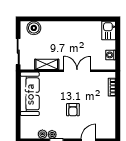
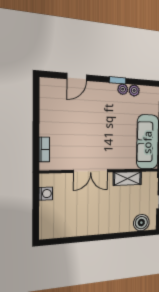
kitchen sink: (109, 31) -> (48, 226), removed
armchair: (73, 110) -> (97, 120), removed

